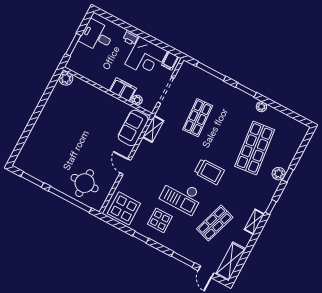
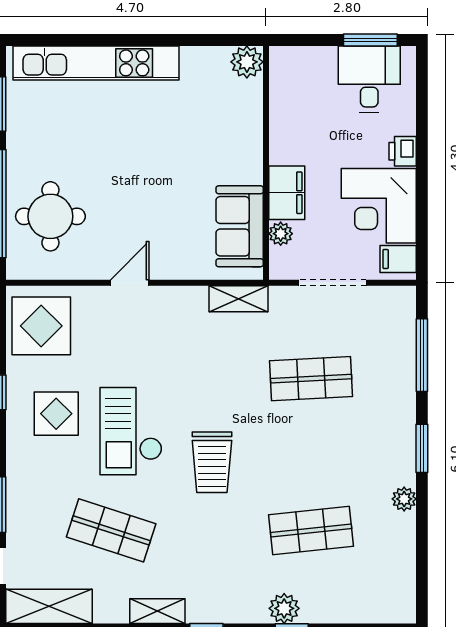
window: (73, 45) -> (370, 40), moved
sofa: (133, 128) -> (240, 226), moved, turned -90
kitchen unit: (36, 135) -> (96, 63), added
shop shelf: (255, 148) -> (311, 530), width x0.70, depth x0.74

